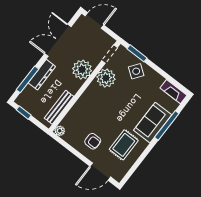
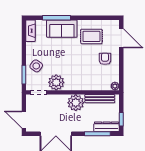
plant: (82, 70) -> (76, 103), moved
dresser: (42, 75) -> (107, 127), moved

